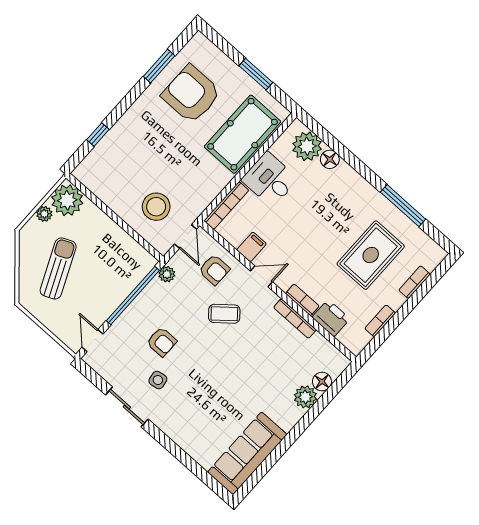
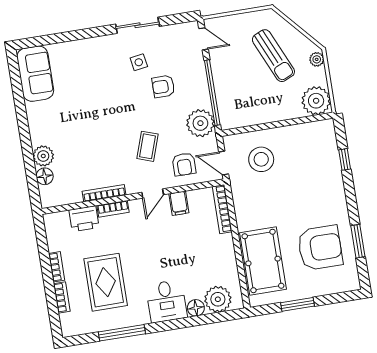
desk: (270, 179) -> (166, 301), moved, turned 90
plant: (44, 214) -> (317, 59), moved
armchair: (214, 270) -> (184, 164), turned -90
plant: (167, 274) -> (200, 123), width x1.88, depth x1.88
coffee table: (224, 314) -> (148, 146), turned -31
bookcase: (380, 321) -> (57, 267), moved
sofa: (247, 453) -> (35, 74), width x0.73

